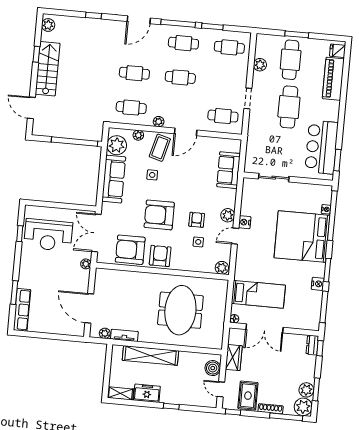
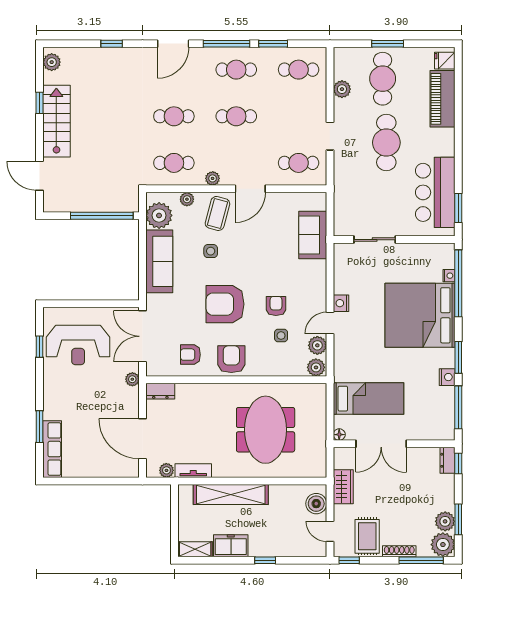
plant: (228, 215) -> (317, 345), moved
armchair: (130, 250) -> (190, 355), width x0.53, depth x0.53
dresser: (106, 275) -> (160, 391), added

